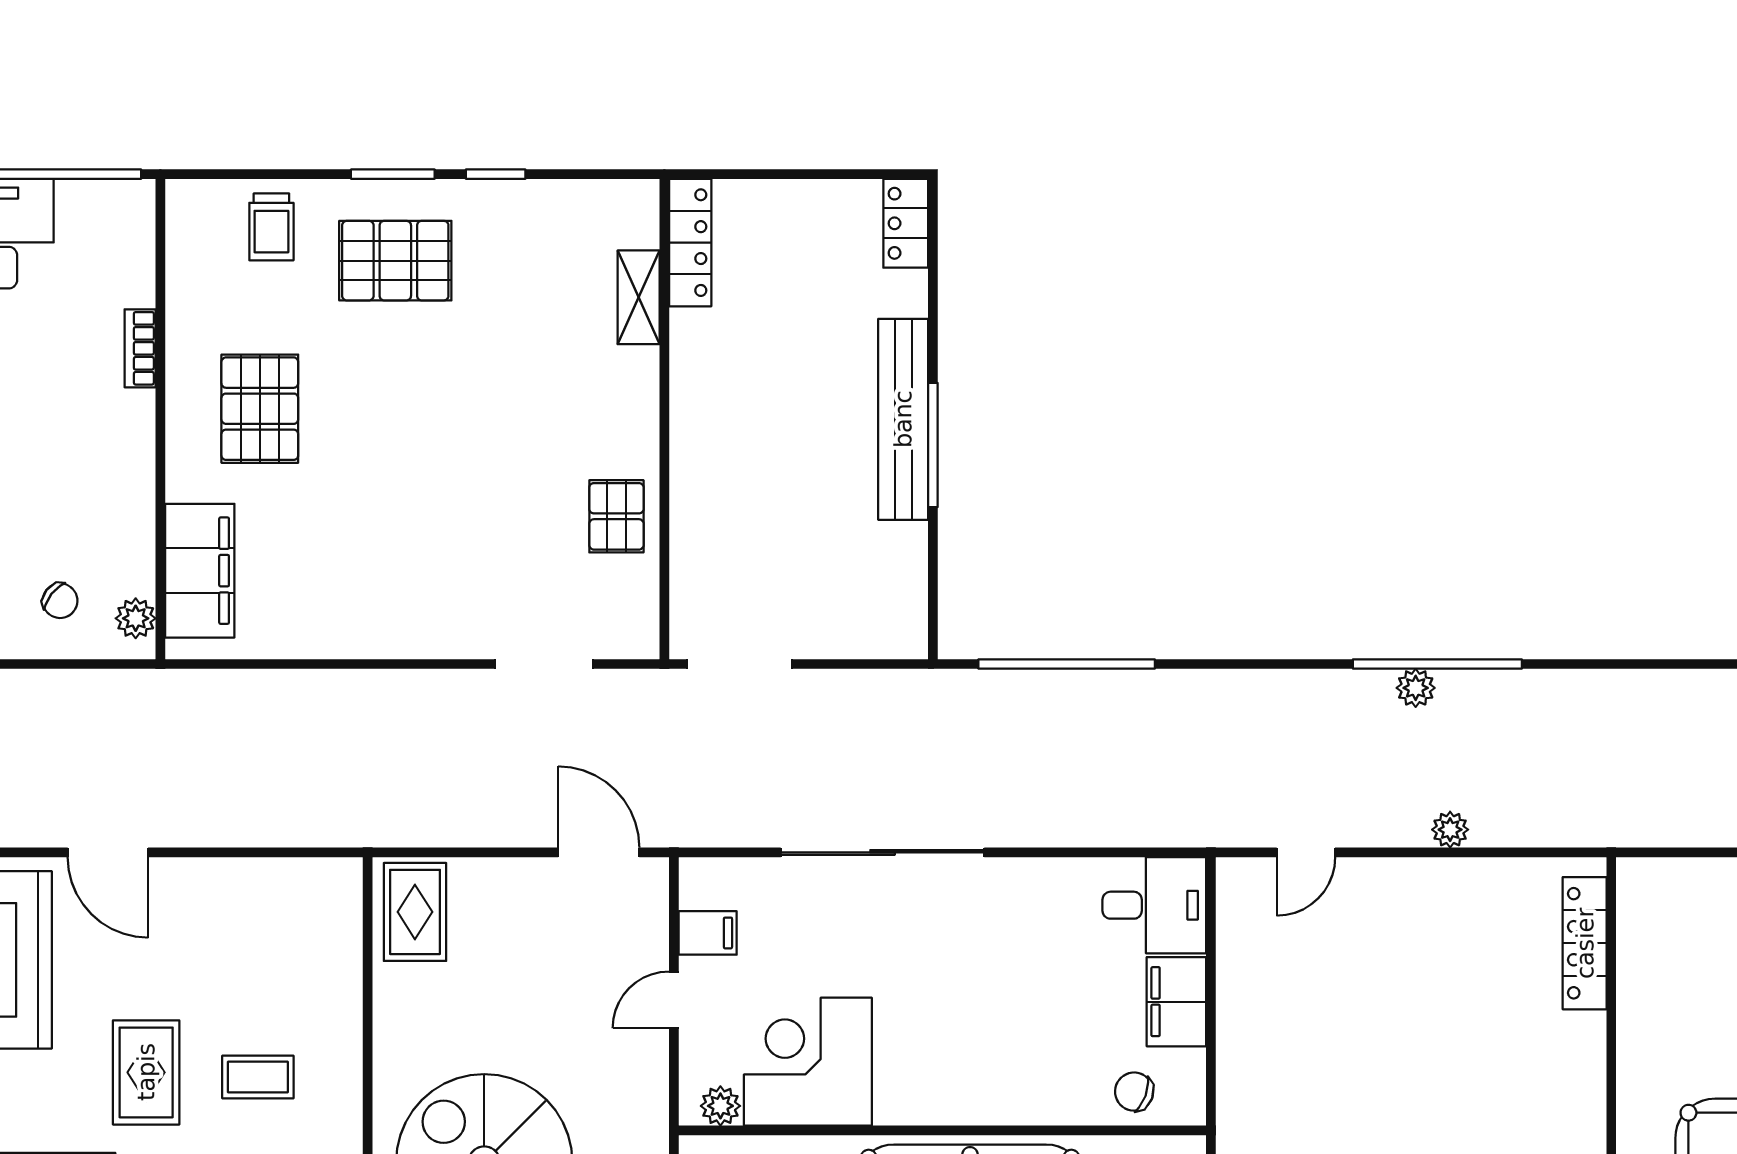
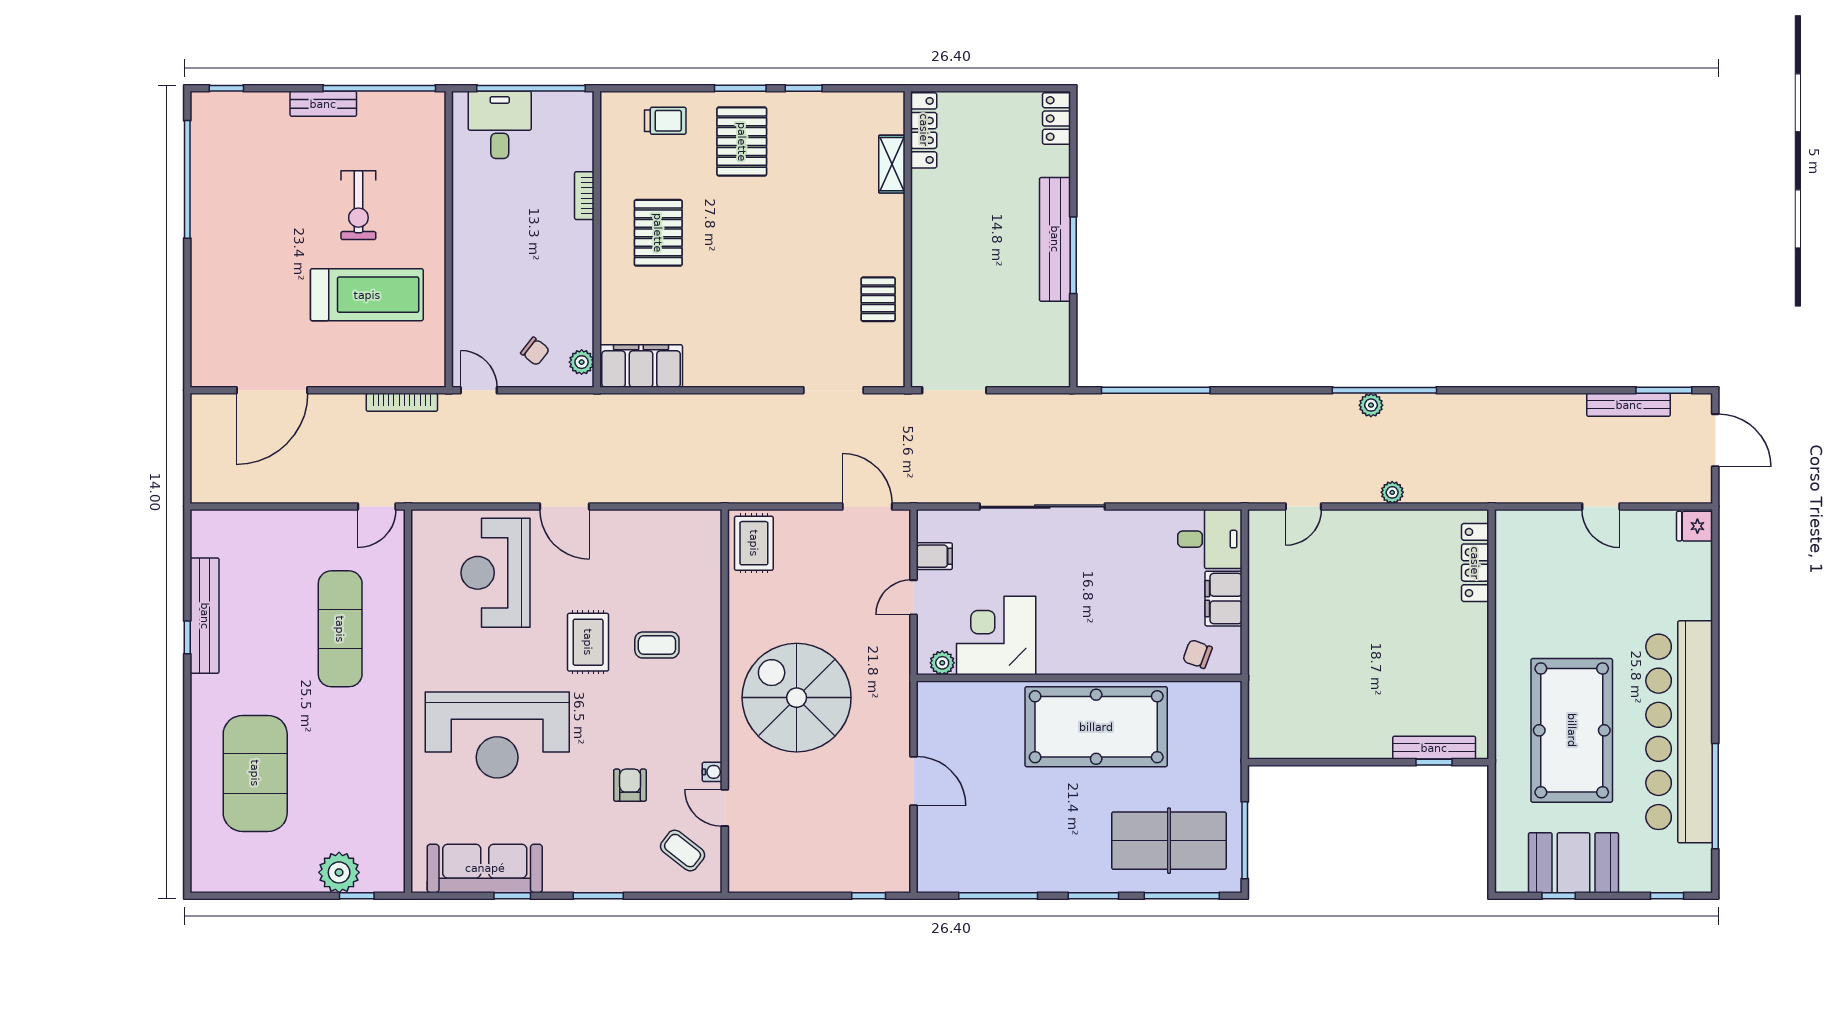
trolley: (271, 227) -> (665, 121), turned -90
pallet: (395, 261) -> (742, 142), turned 90
filing cabinet: (200, 571) -> (641, 366), moved, turned -90

